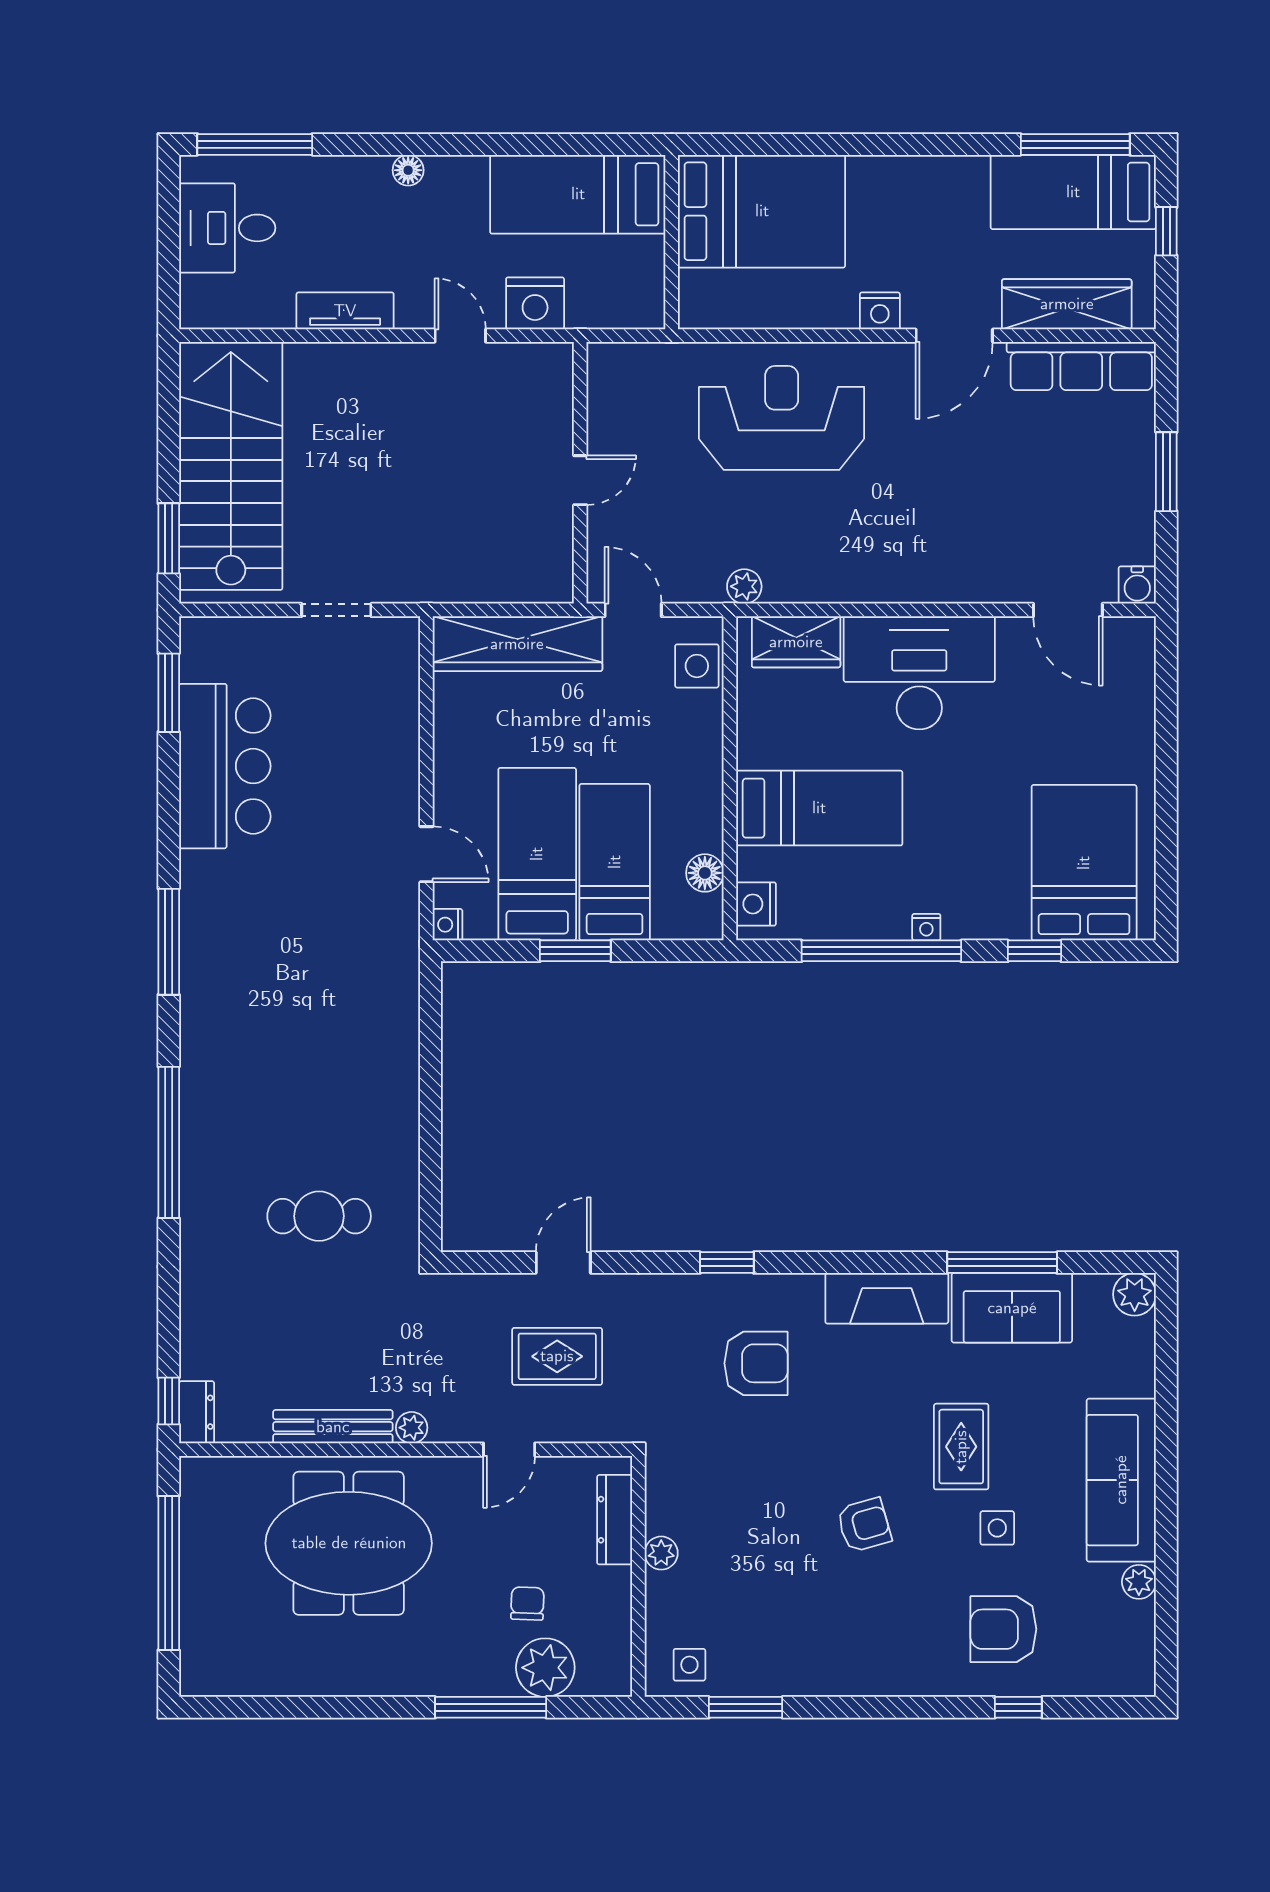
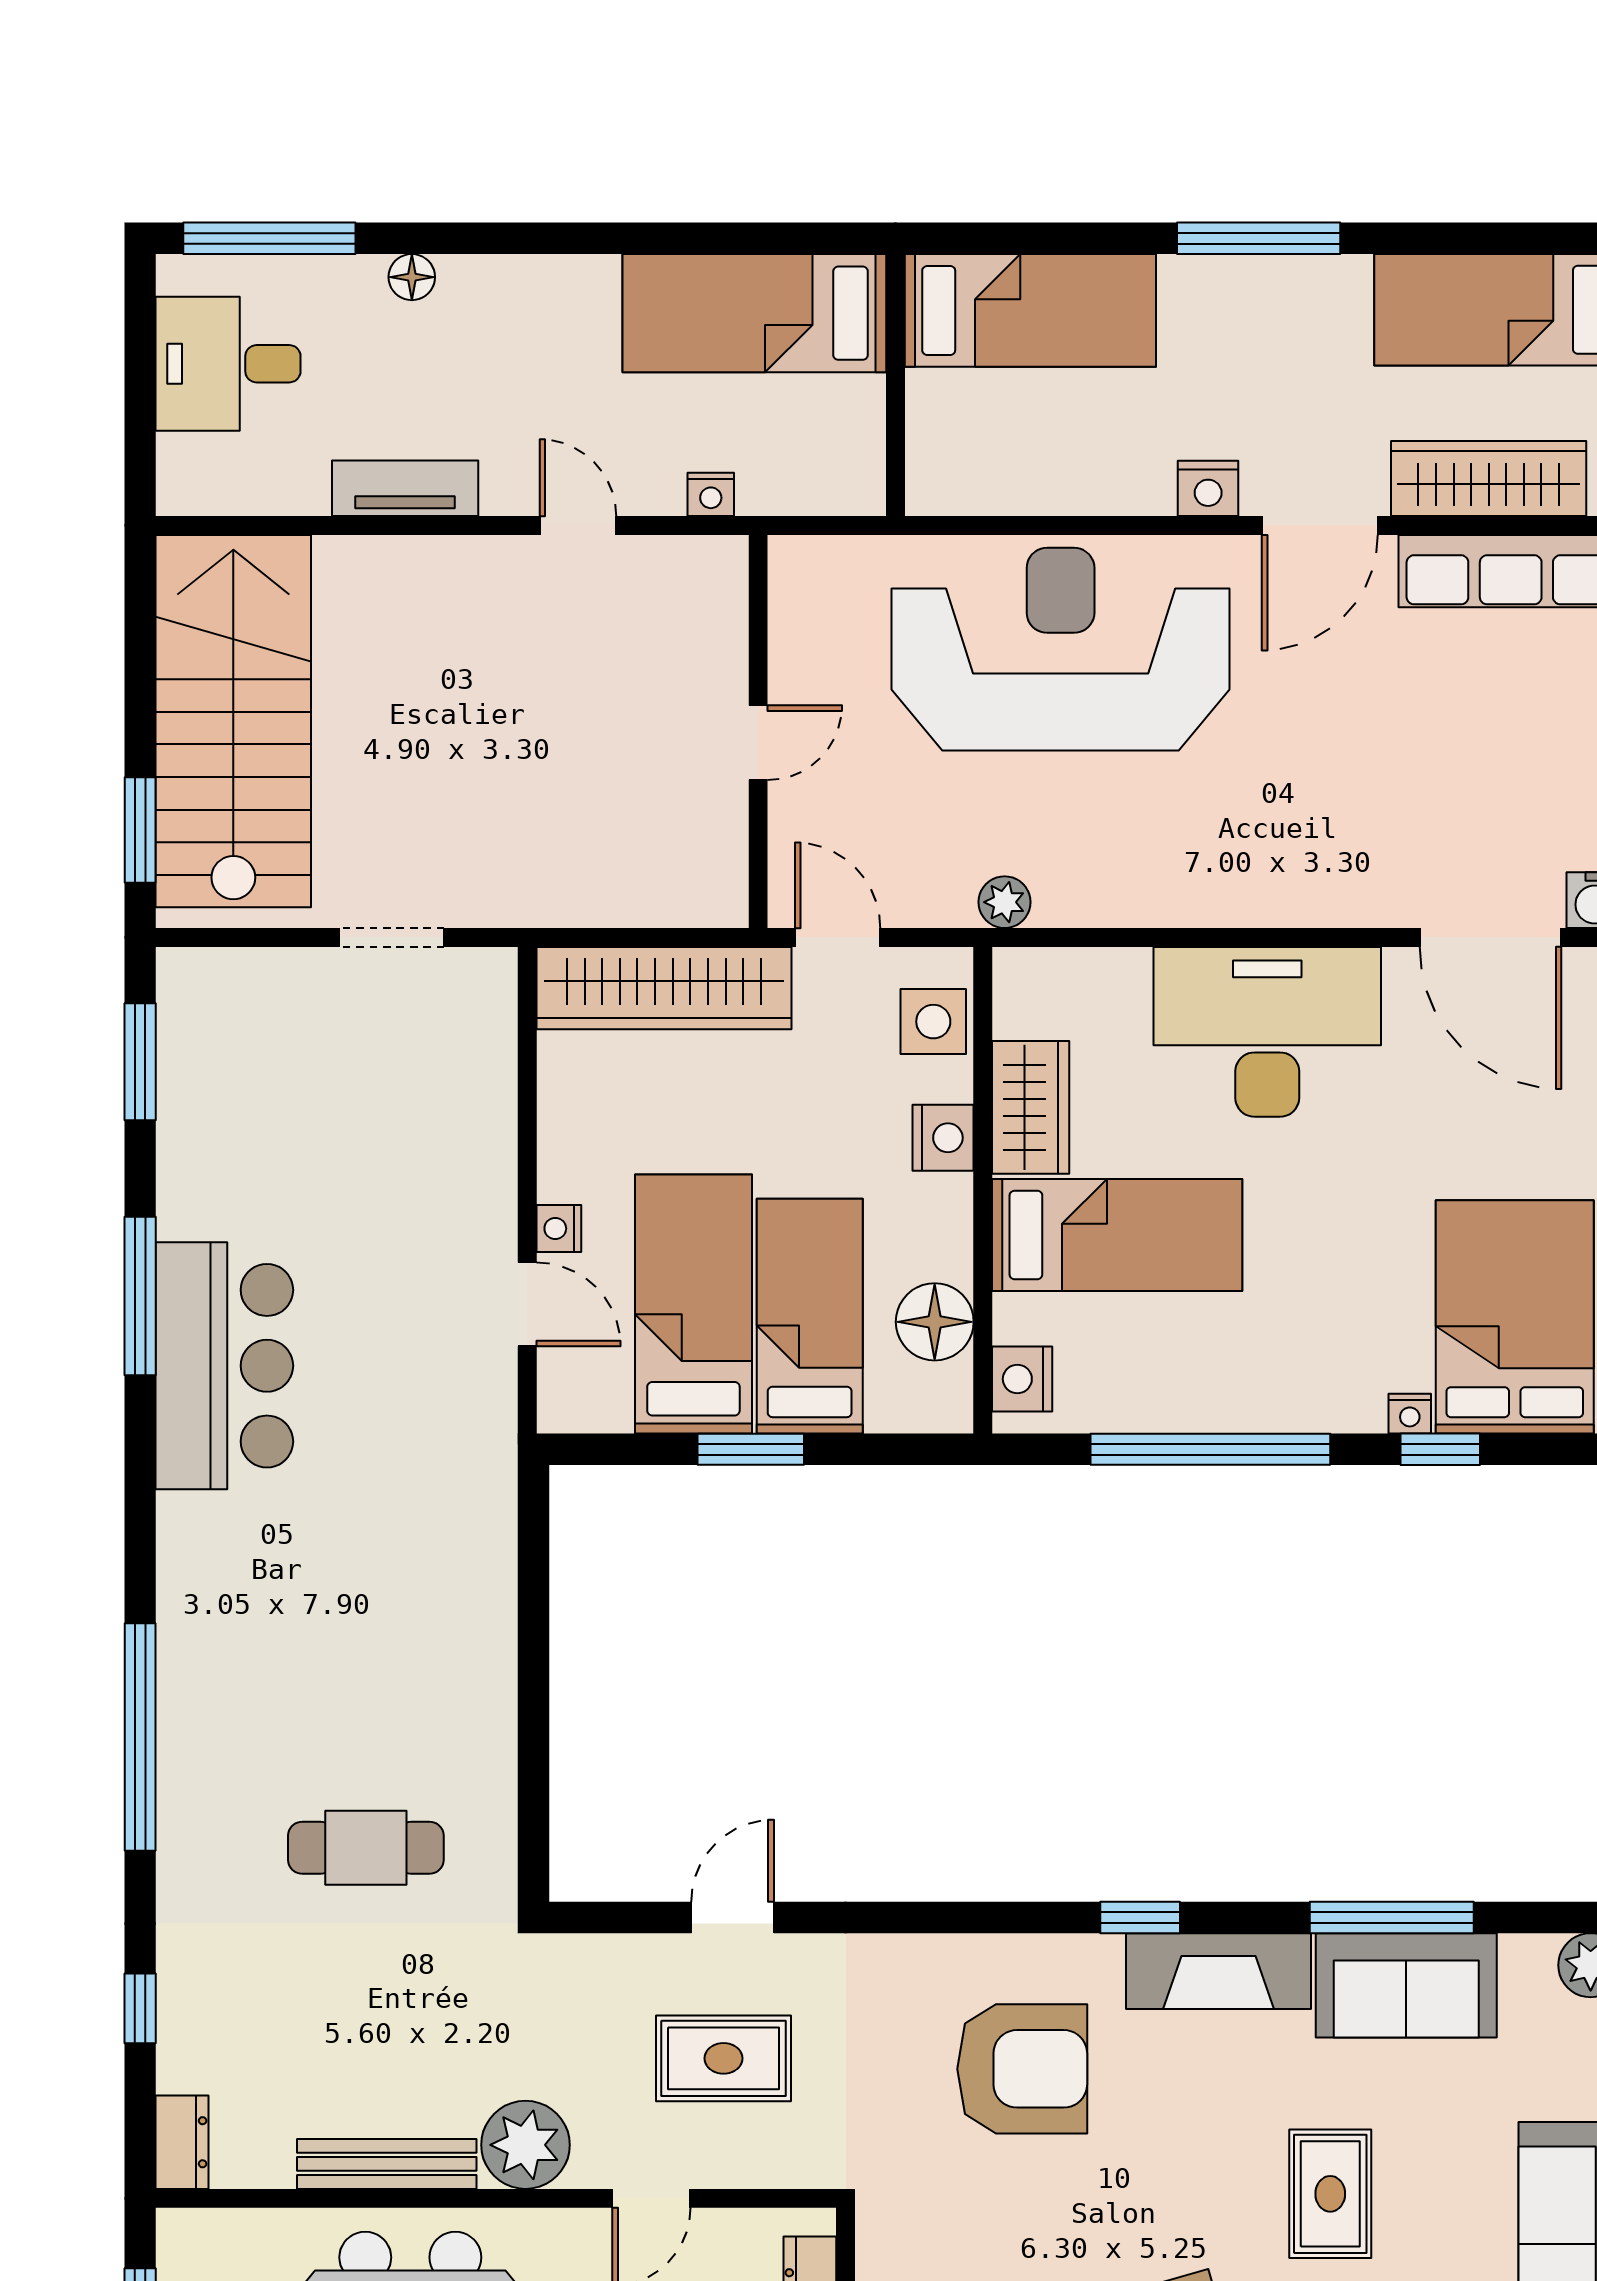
window: (1075, 144) -> (1259, 238), moved
floor lamp: (408, 170) -> (412, 277), moved
bed: (762, 211) -> (1030, 310), width x0.67
nightstand: (535, 303) -> (711, 494), width x0.53, depth x0.56
reception desk: (782, 418) -> (1061, 649), width x1.36, depth x1.30
door: (1068, 610) -> (1490, 937), width x1.36
wardrobe: (796, 642) -> (1031, 1107), moved, turned -90
nightstand: (703, 743) -> (943, 1138), added
bar counter: (225, 766) -> (224, 1366), moved
floor lamp: (705, 873) -> (935, 1322), width x1.38, depth x1.38
nightstand: (448, 925) -> (559, 1229), moved
nightstand: (926, 927) -> (1410, 1414), moved
window: (169, 942) -> (140, 1296), moved
window: (727, 1263) -> (1140, 1917), moved
armchair: (756, 1363) -> (1022, 2069), width x1.36, depth x1.36
window: (169, 1401) -> (140, 2008), moved
plant: (412, 1428) -> (525, 2145), width x1.88, depth x1.88

